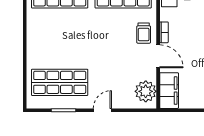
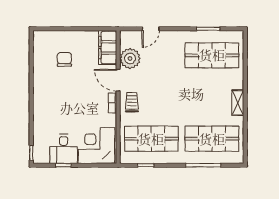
shelving: (32, 33) -> (238, 103), added
plant: (146, 91) -> (130, 58), moved
door: (102, 110) -> (151, 29), moved

